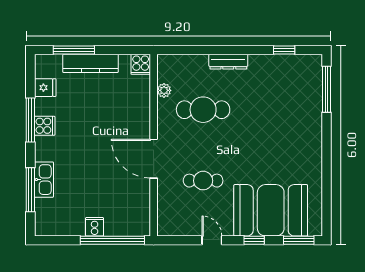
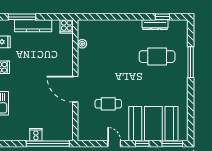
dresser: (228, 62) -> (155, 25), moved
window: (326, 89) -> (191, 62), moved
cafe table: (203, 110) -> (157, 57), moved

